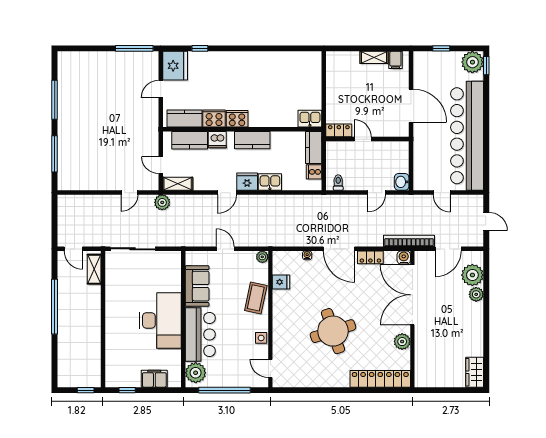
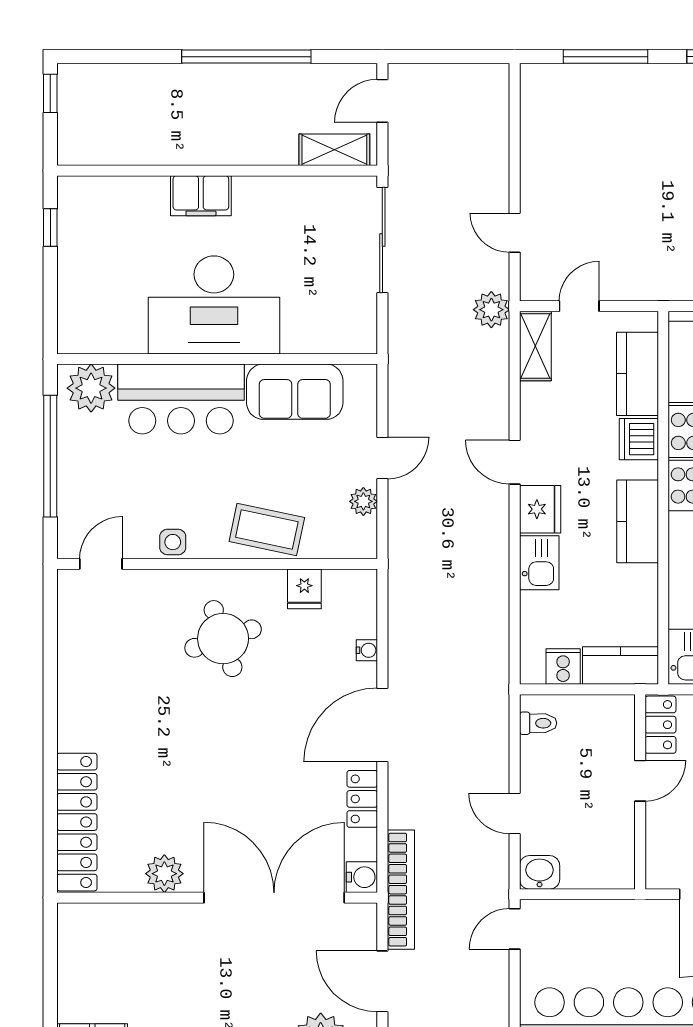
door: (442, 193) -> (515, 929), moved
plant: (262, 257) -> (363, 501), moved
round table: (333, 331) -> (223, 639), moved, width x0.73, depth x0.73
filing cabinet: (154, 379) -> (201, 196), moved, turned 90
window: (86, 390) -> (50, 93), moved

